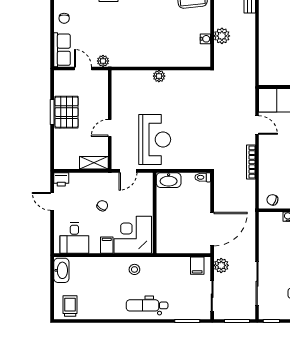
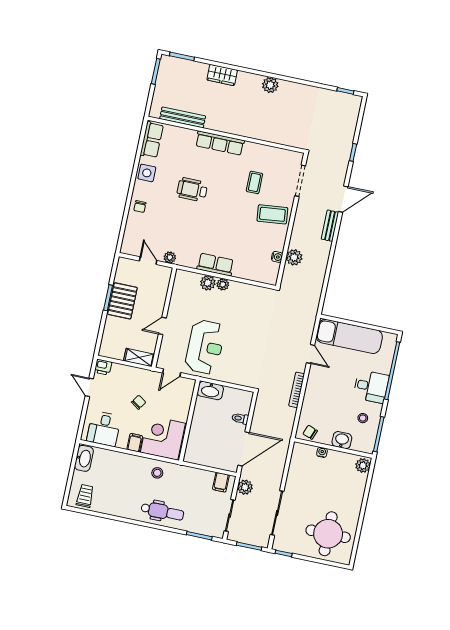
row of seats: (62, 50) -> (215, 265), moved, turned -90
plant: (144, 78) -> (208, 283), added
toilet: (203, 177) -> (240, 418), moved
dental chair: (147, 305) -> (162, 512), turned 180

